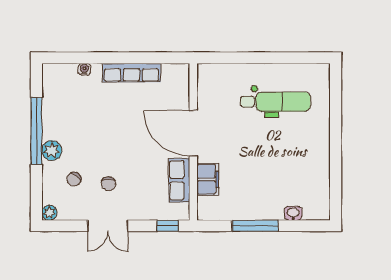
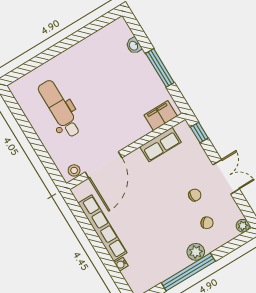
row of seats: (132, 73) -> (103, 228), width x1.36
stool: (206, 79) -> (74, 170), added
door: (193, 133) -> (104, 165), moved
filing cabinet: (208, 179) -> (161, 116), moved

